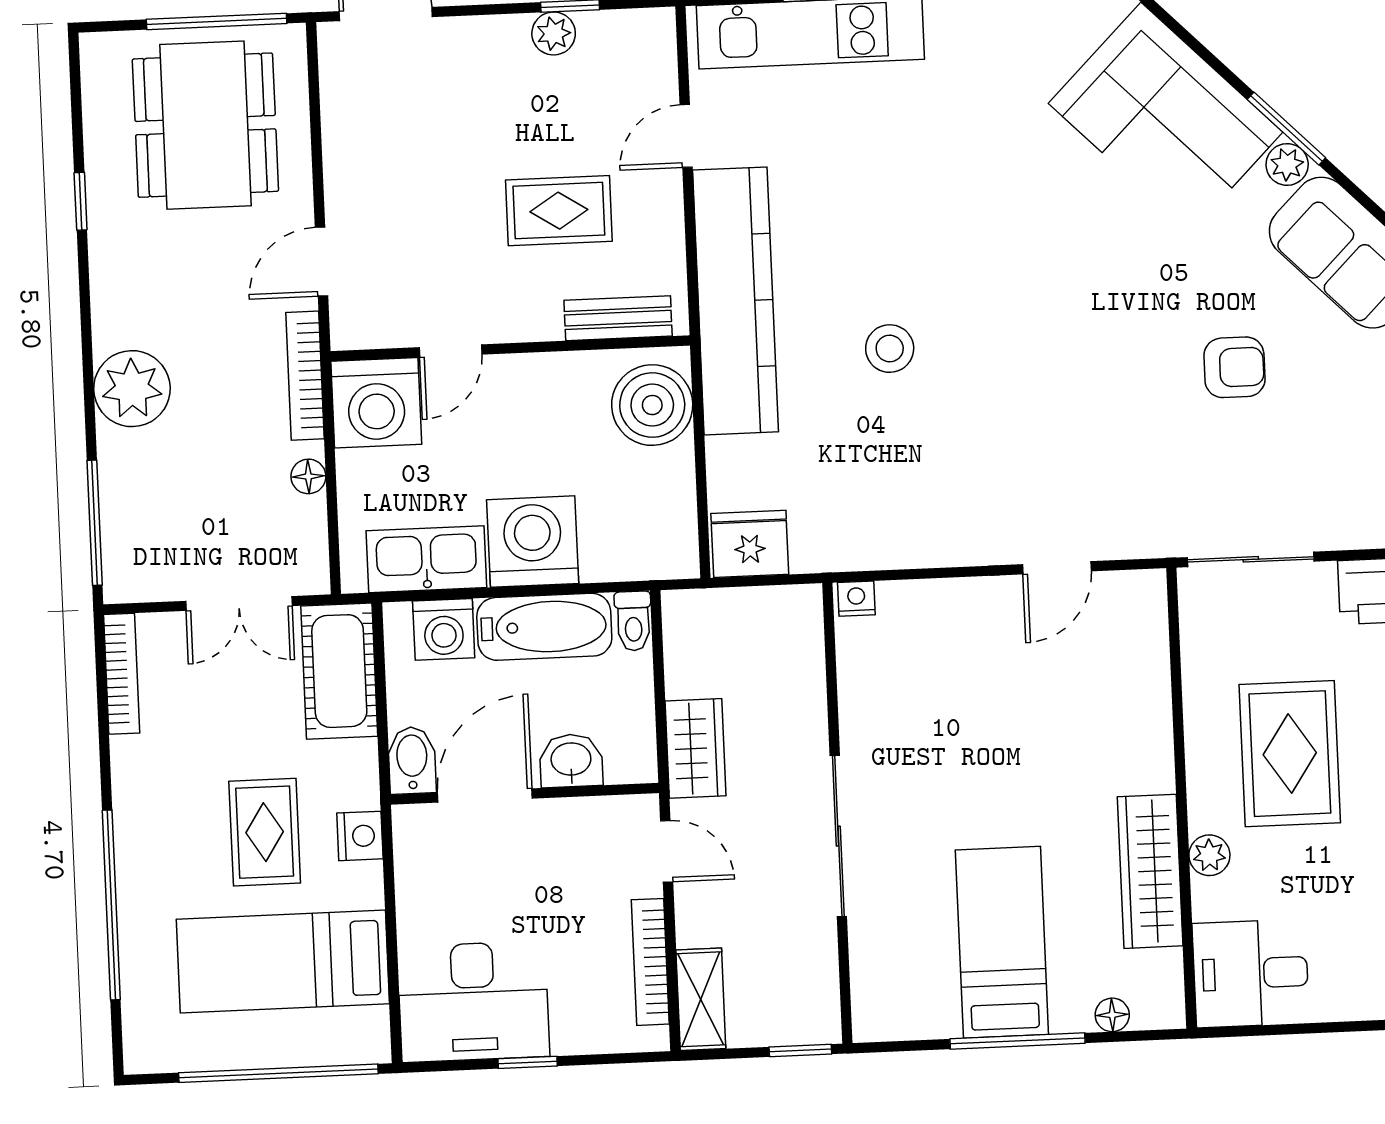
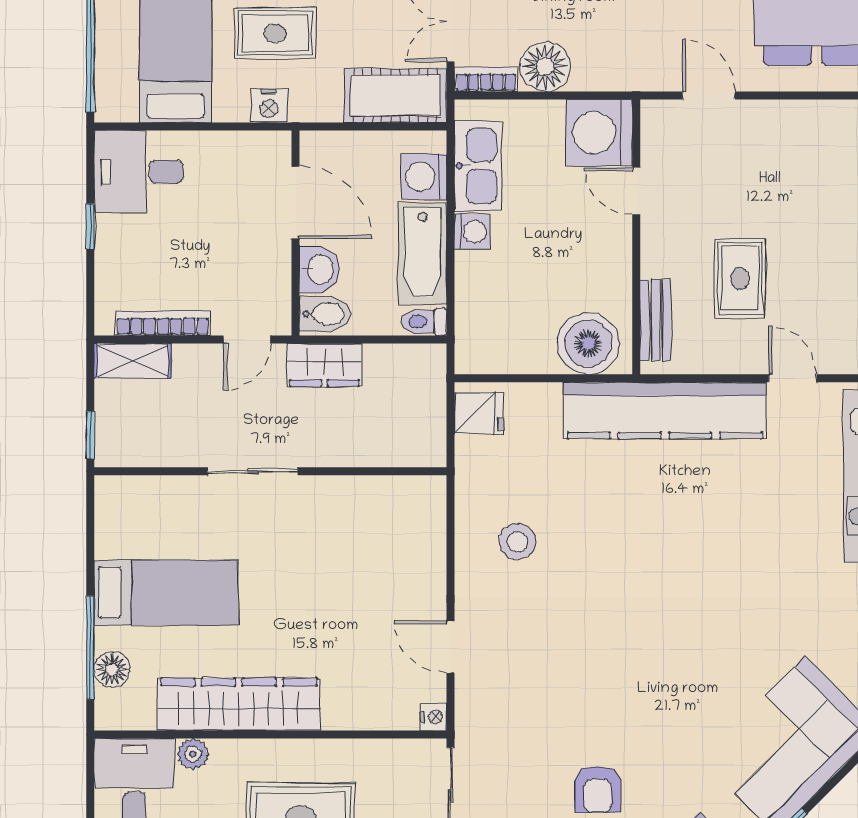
stool: (890, 349) -> (518, 542), moved
bookcase: (305, 376) -> (486, 79), moved, width x0.64
floor lamp: (308, 476) -> (545, 67), width x1.89, depth x1.89
washing machine: (533, 542) -> (472, 232), width x0.53, depth x0.53
fridge: (750, 544) -> (479, 413), width x0.72
nightstand: (856, 599) -> (434, 717), moved
bidet: (412, 760) -> (325, 314), moved
sliding door: (838, 836) -> (253, 471), width x0.73
plant: (1209, 855) -> (193, 754), moved
wardrobe: (1150, 871) -> (239, 704), width x1.40, depth x1.17
desk: (473, 1002) -> (139, 172), width x0.73
floor lamp: (1112, 1015) -> (112, 670), width x1.37, depth x1.37
window: (1018, 1041) -> (90, 647), moved

